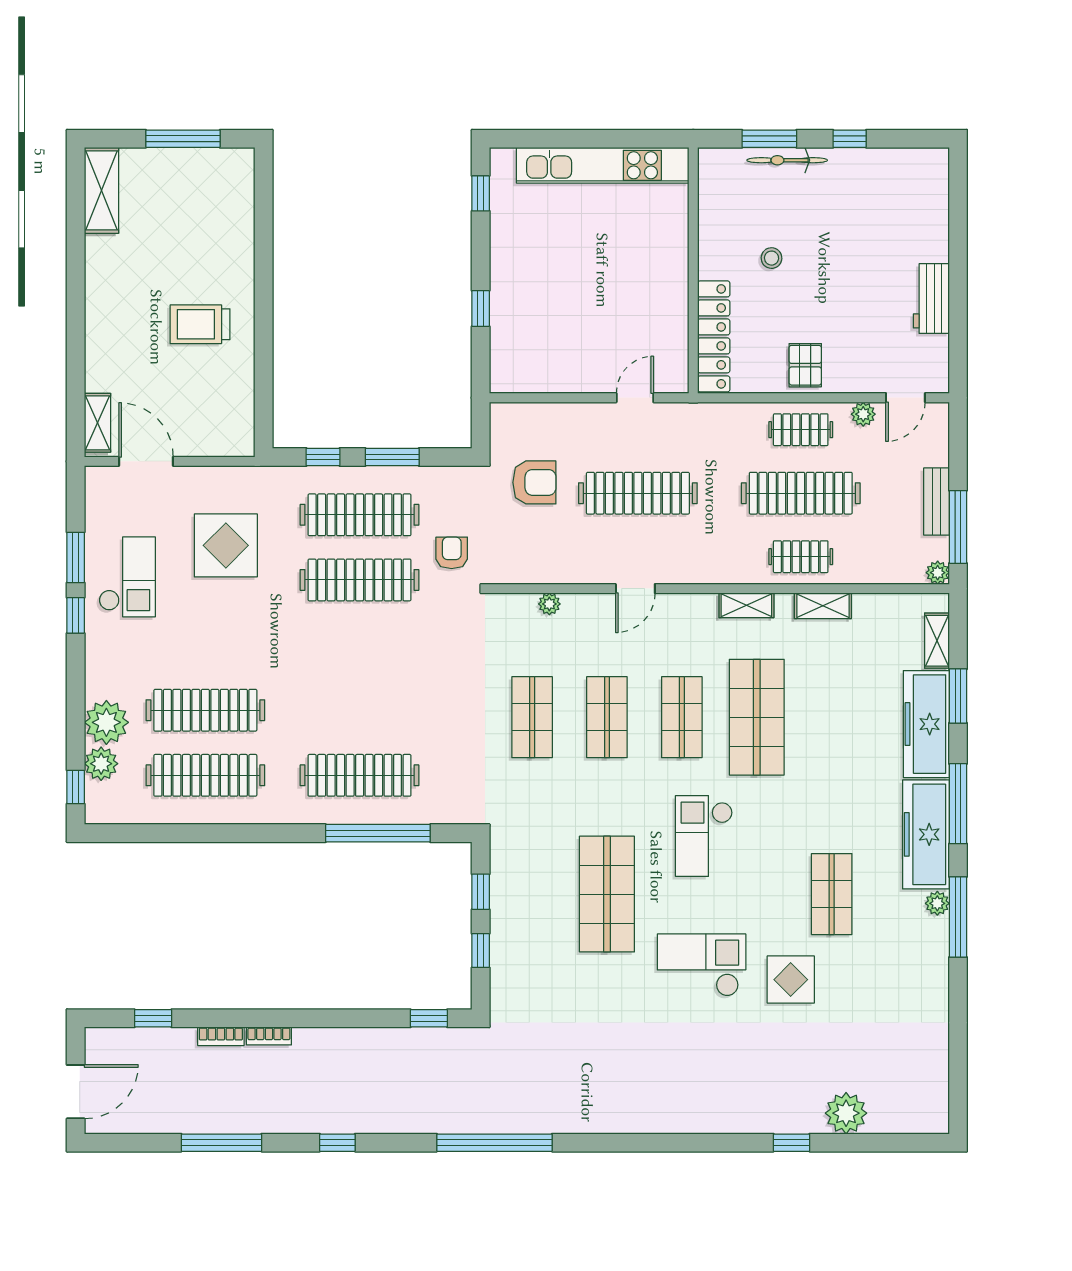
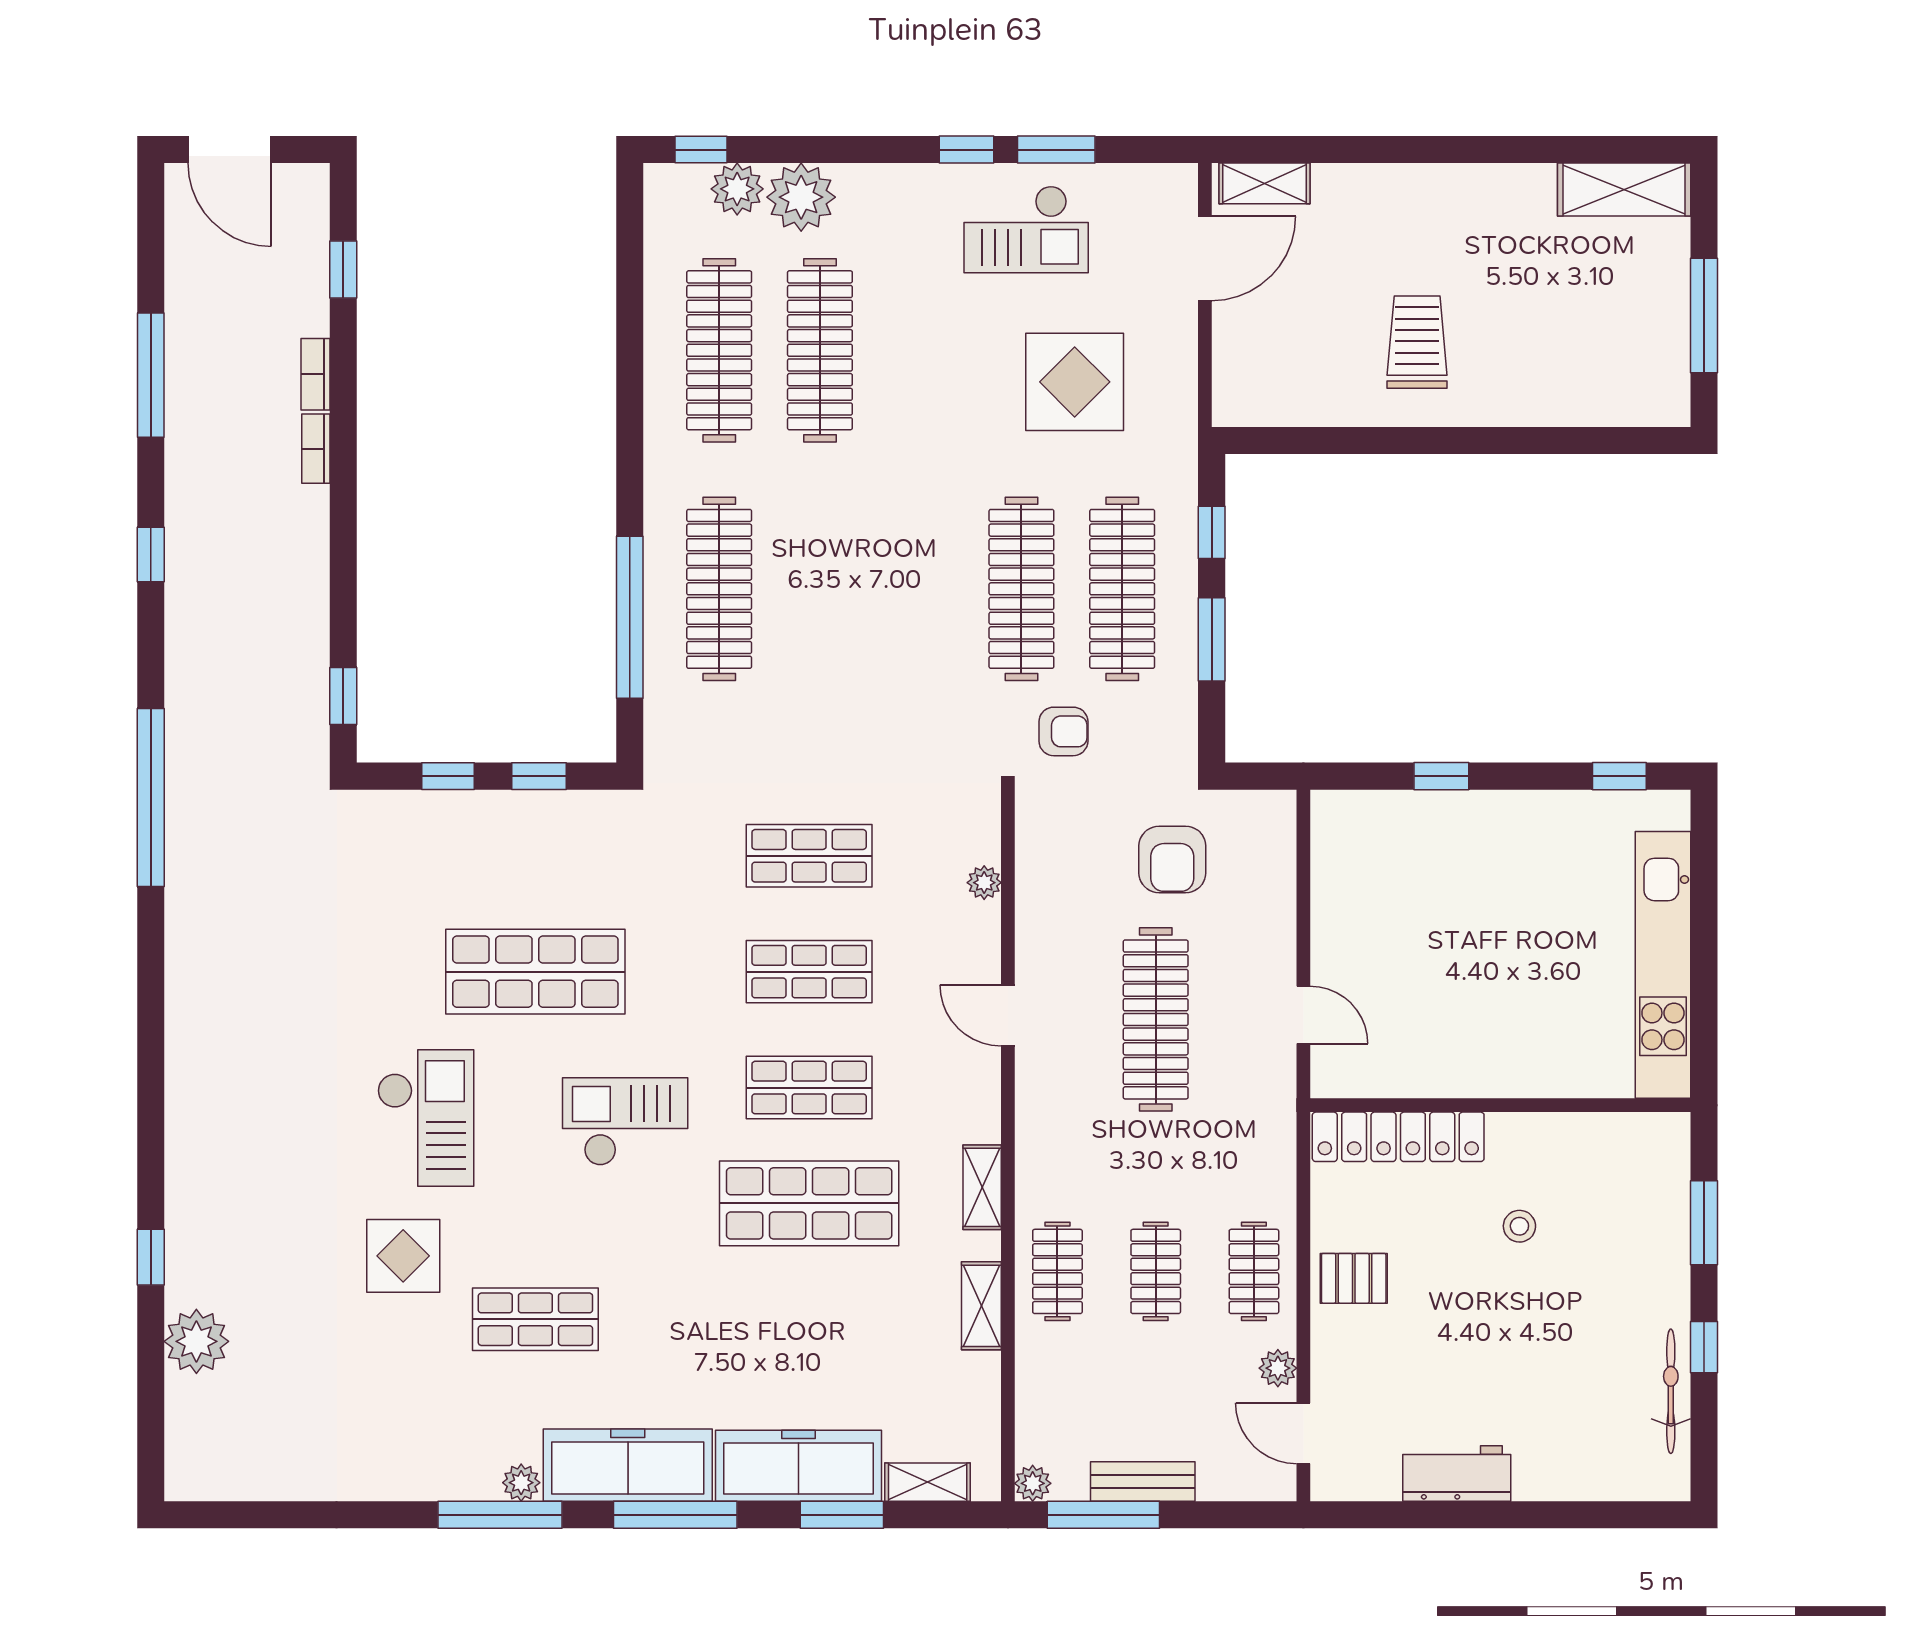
bicycle: (787, 160) -> (1671, 1391), moved
clothes rail: (801, 493) -> (1156, 1271), width x0.54, depth x0.76

